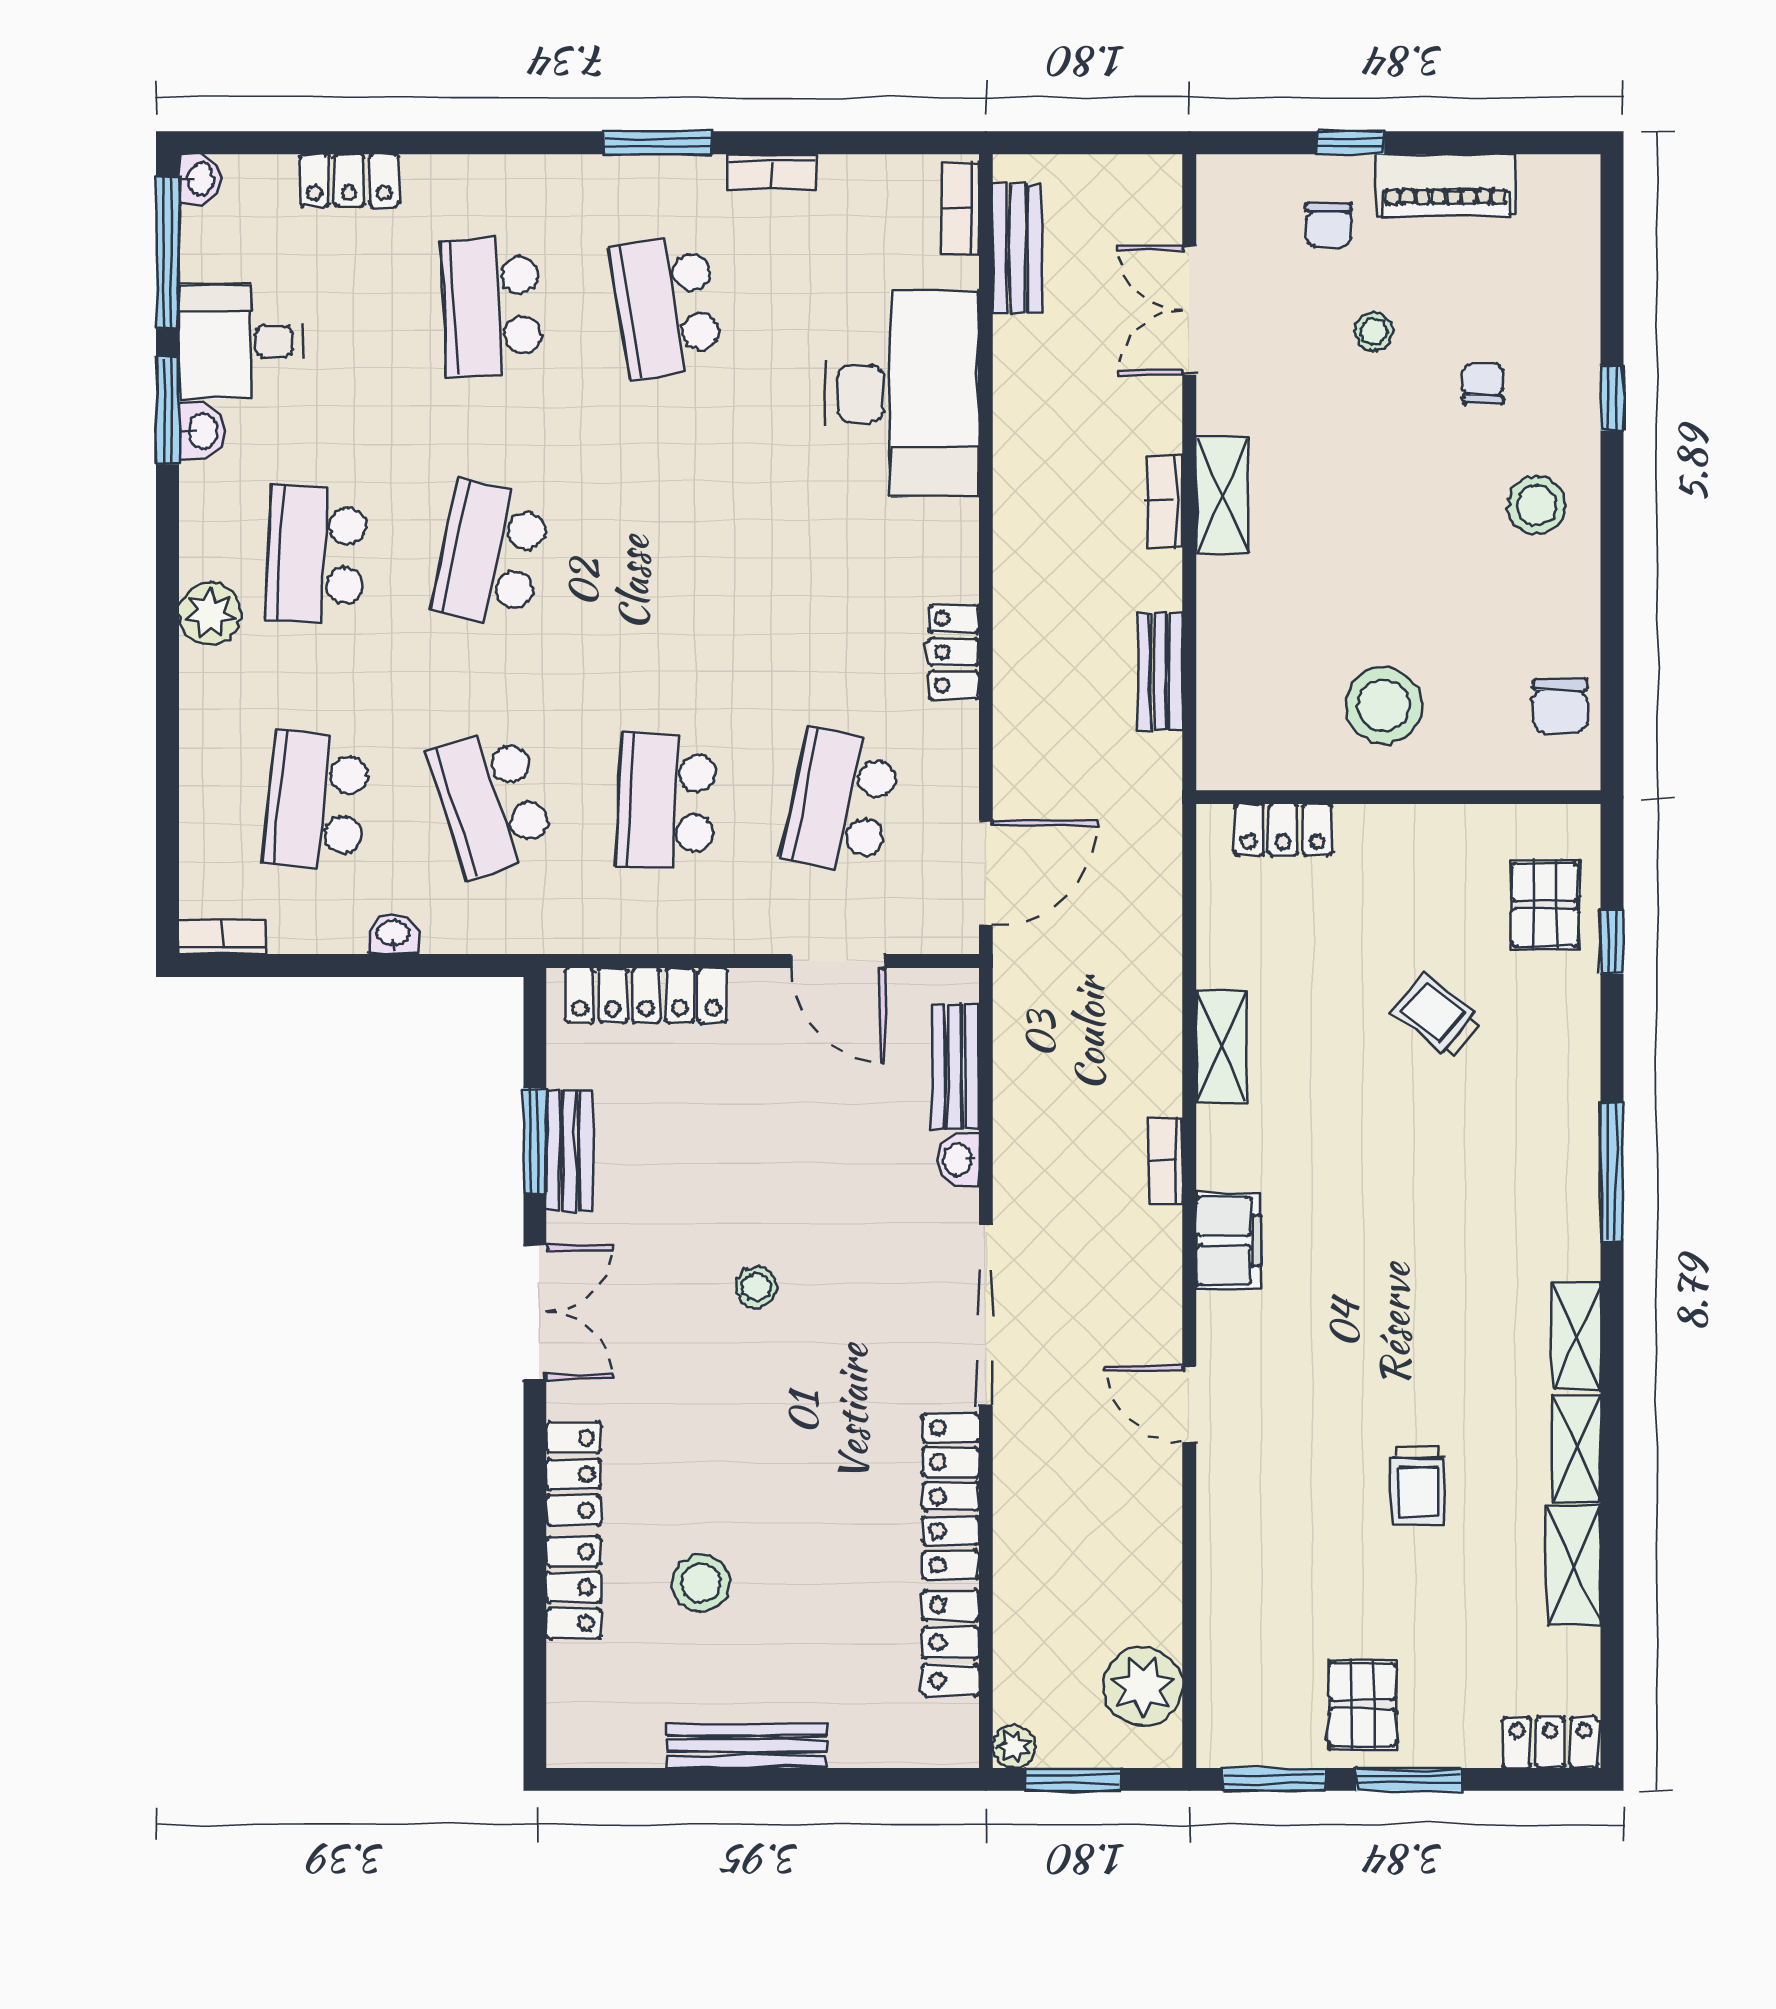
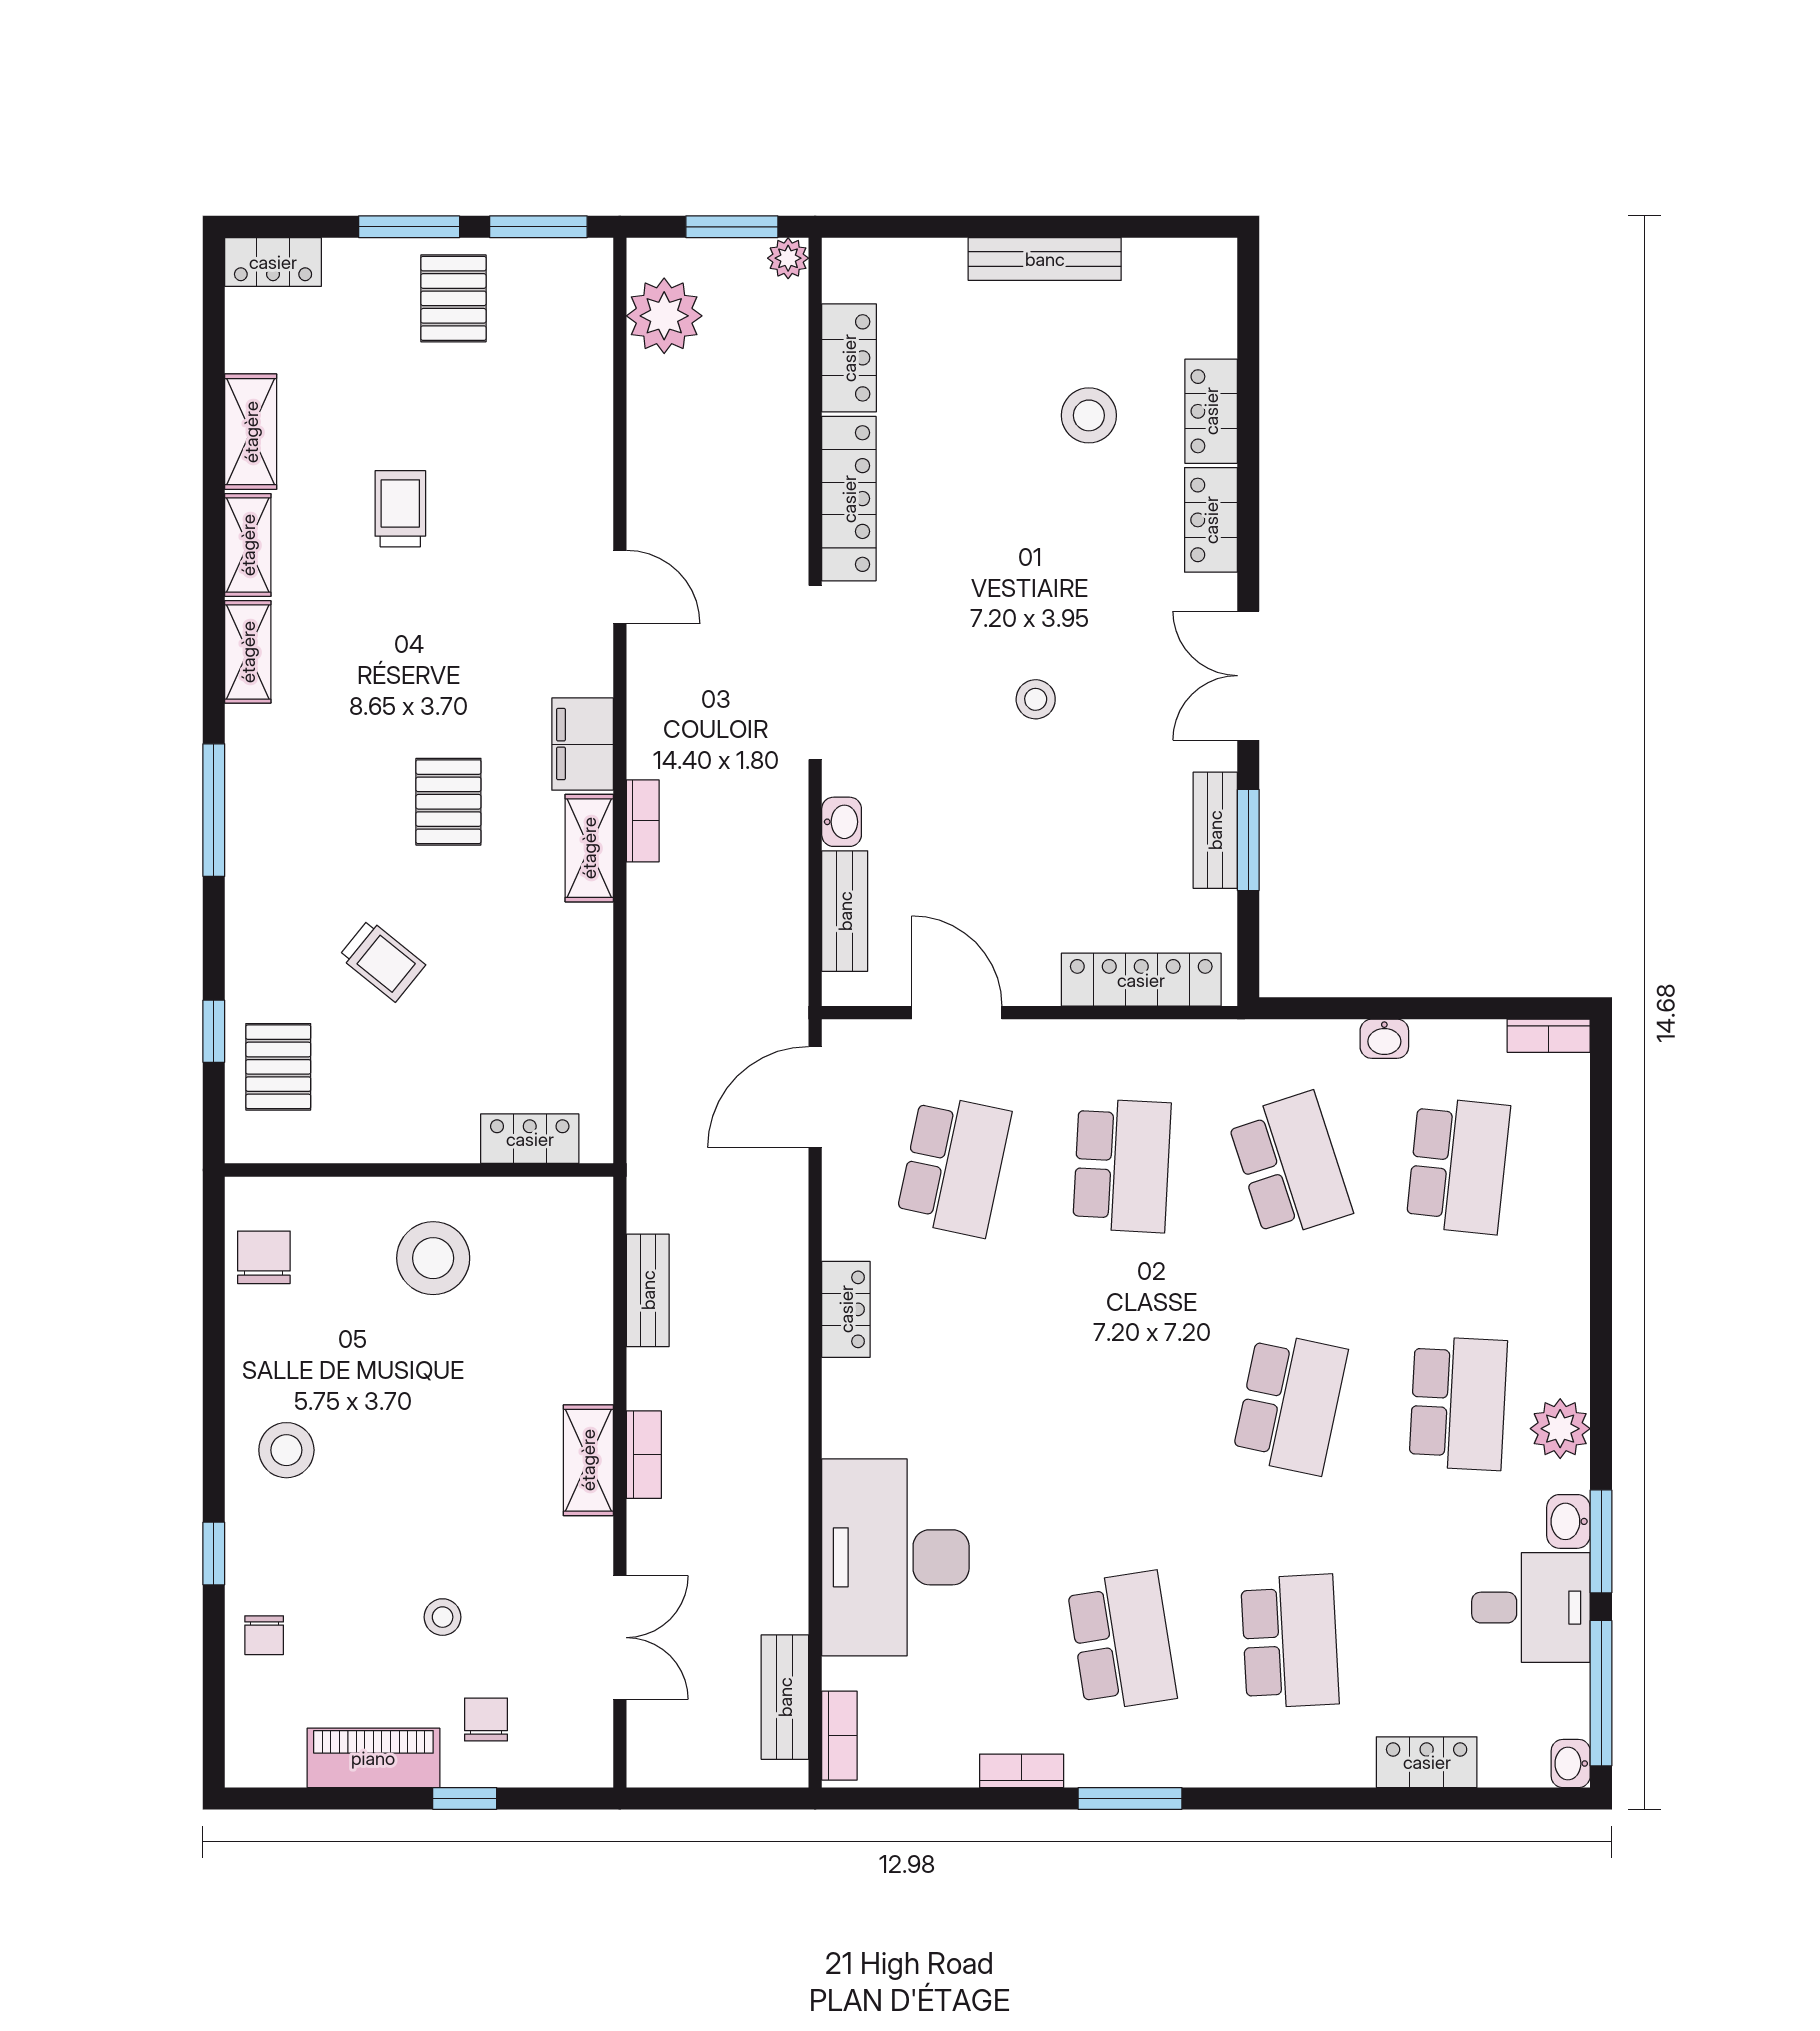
chair: (1483, 384) -> (264, 1635), moved
plant: (210, 614) -> (1560, 1429), moved
shelving: (1221, 1047) -> (589, 848), moved
pallet: (1368, 1181) -> (448, 802), added

